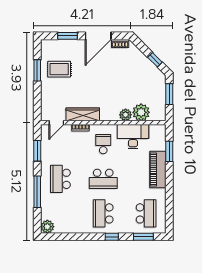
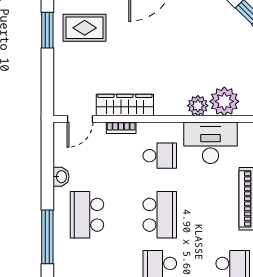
school desk: (103, 144) -> (160, 156), turned 90
window: (37, 151) -> (47, 167), removed
washbasin: (45, 156) -> (61, 177), added
school desk: (103, 179) -> (160, 215), turned -90

